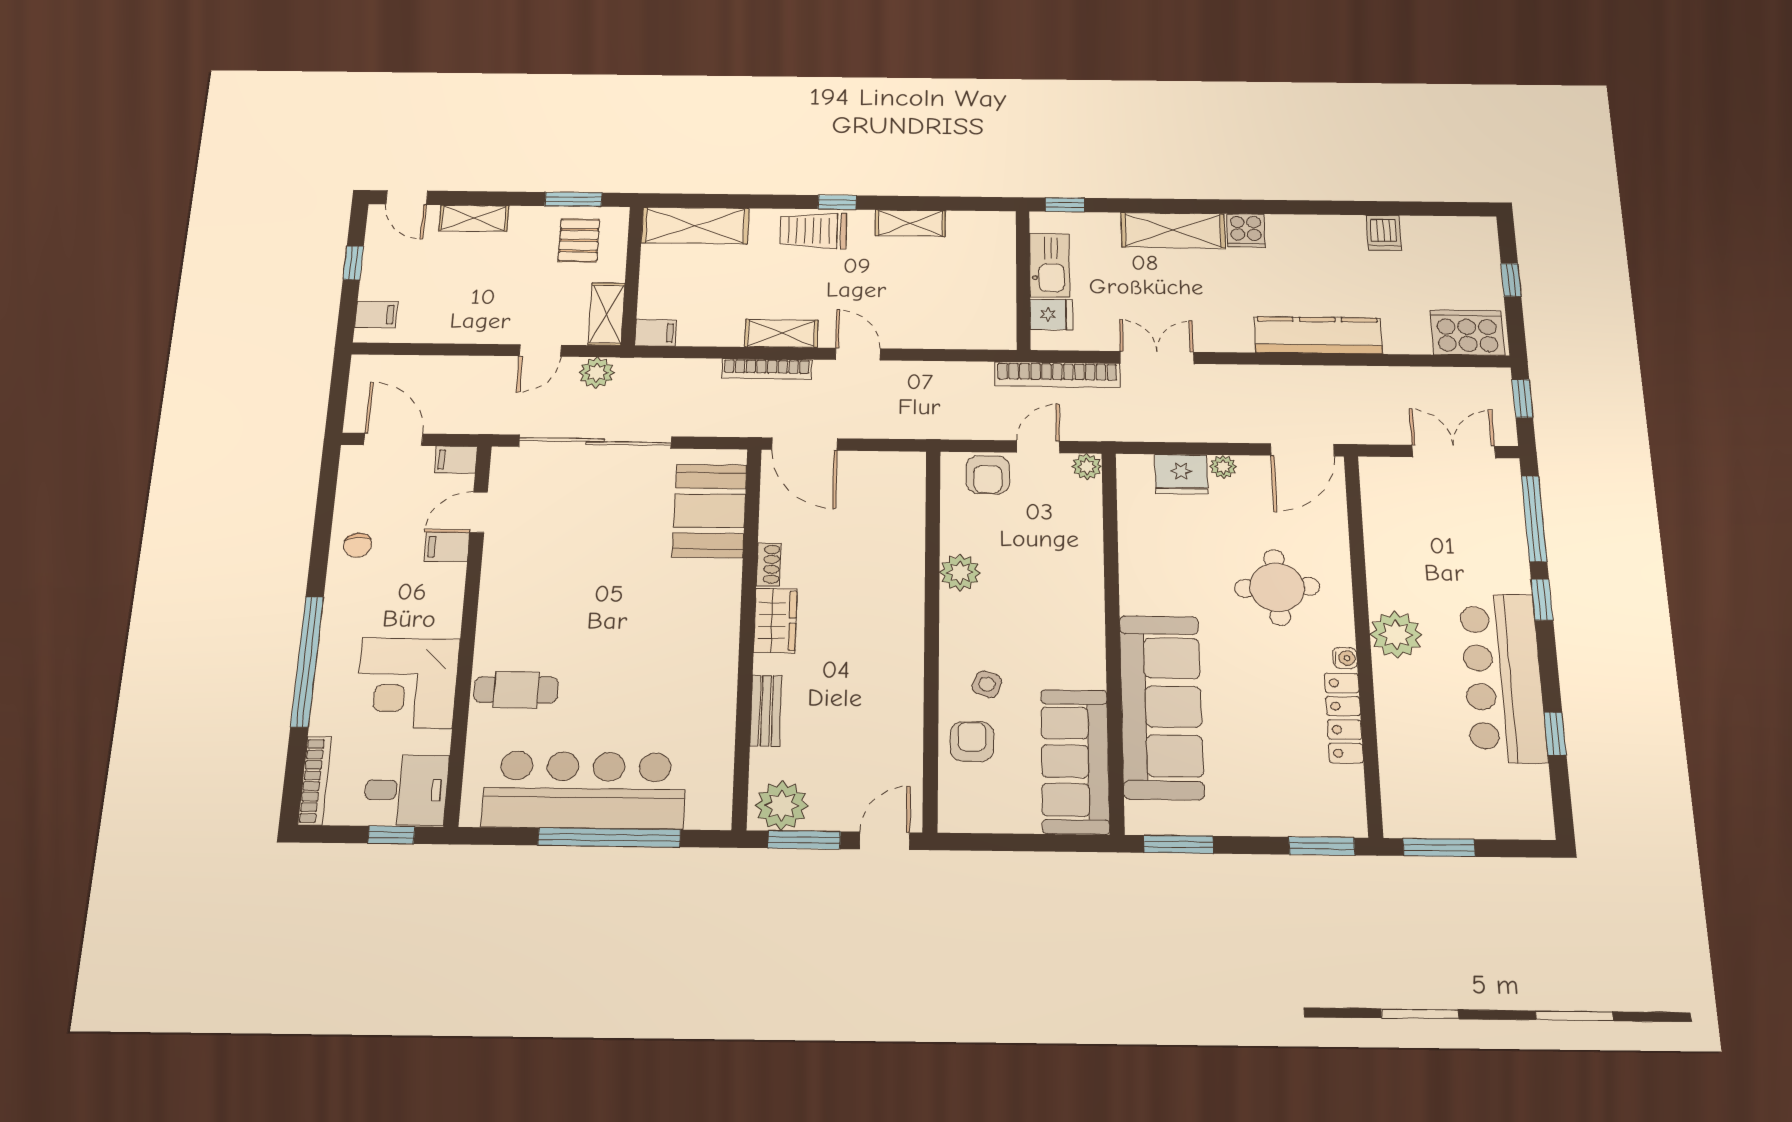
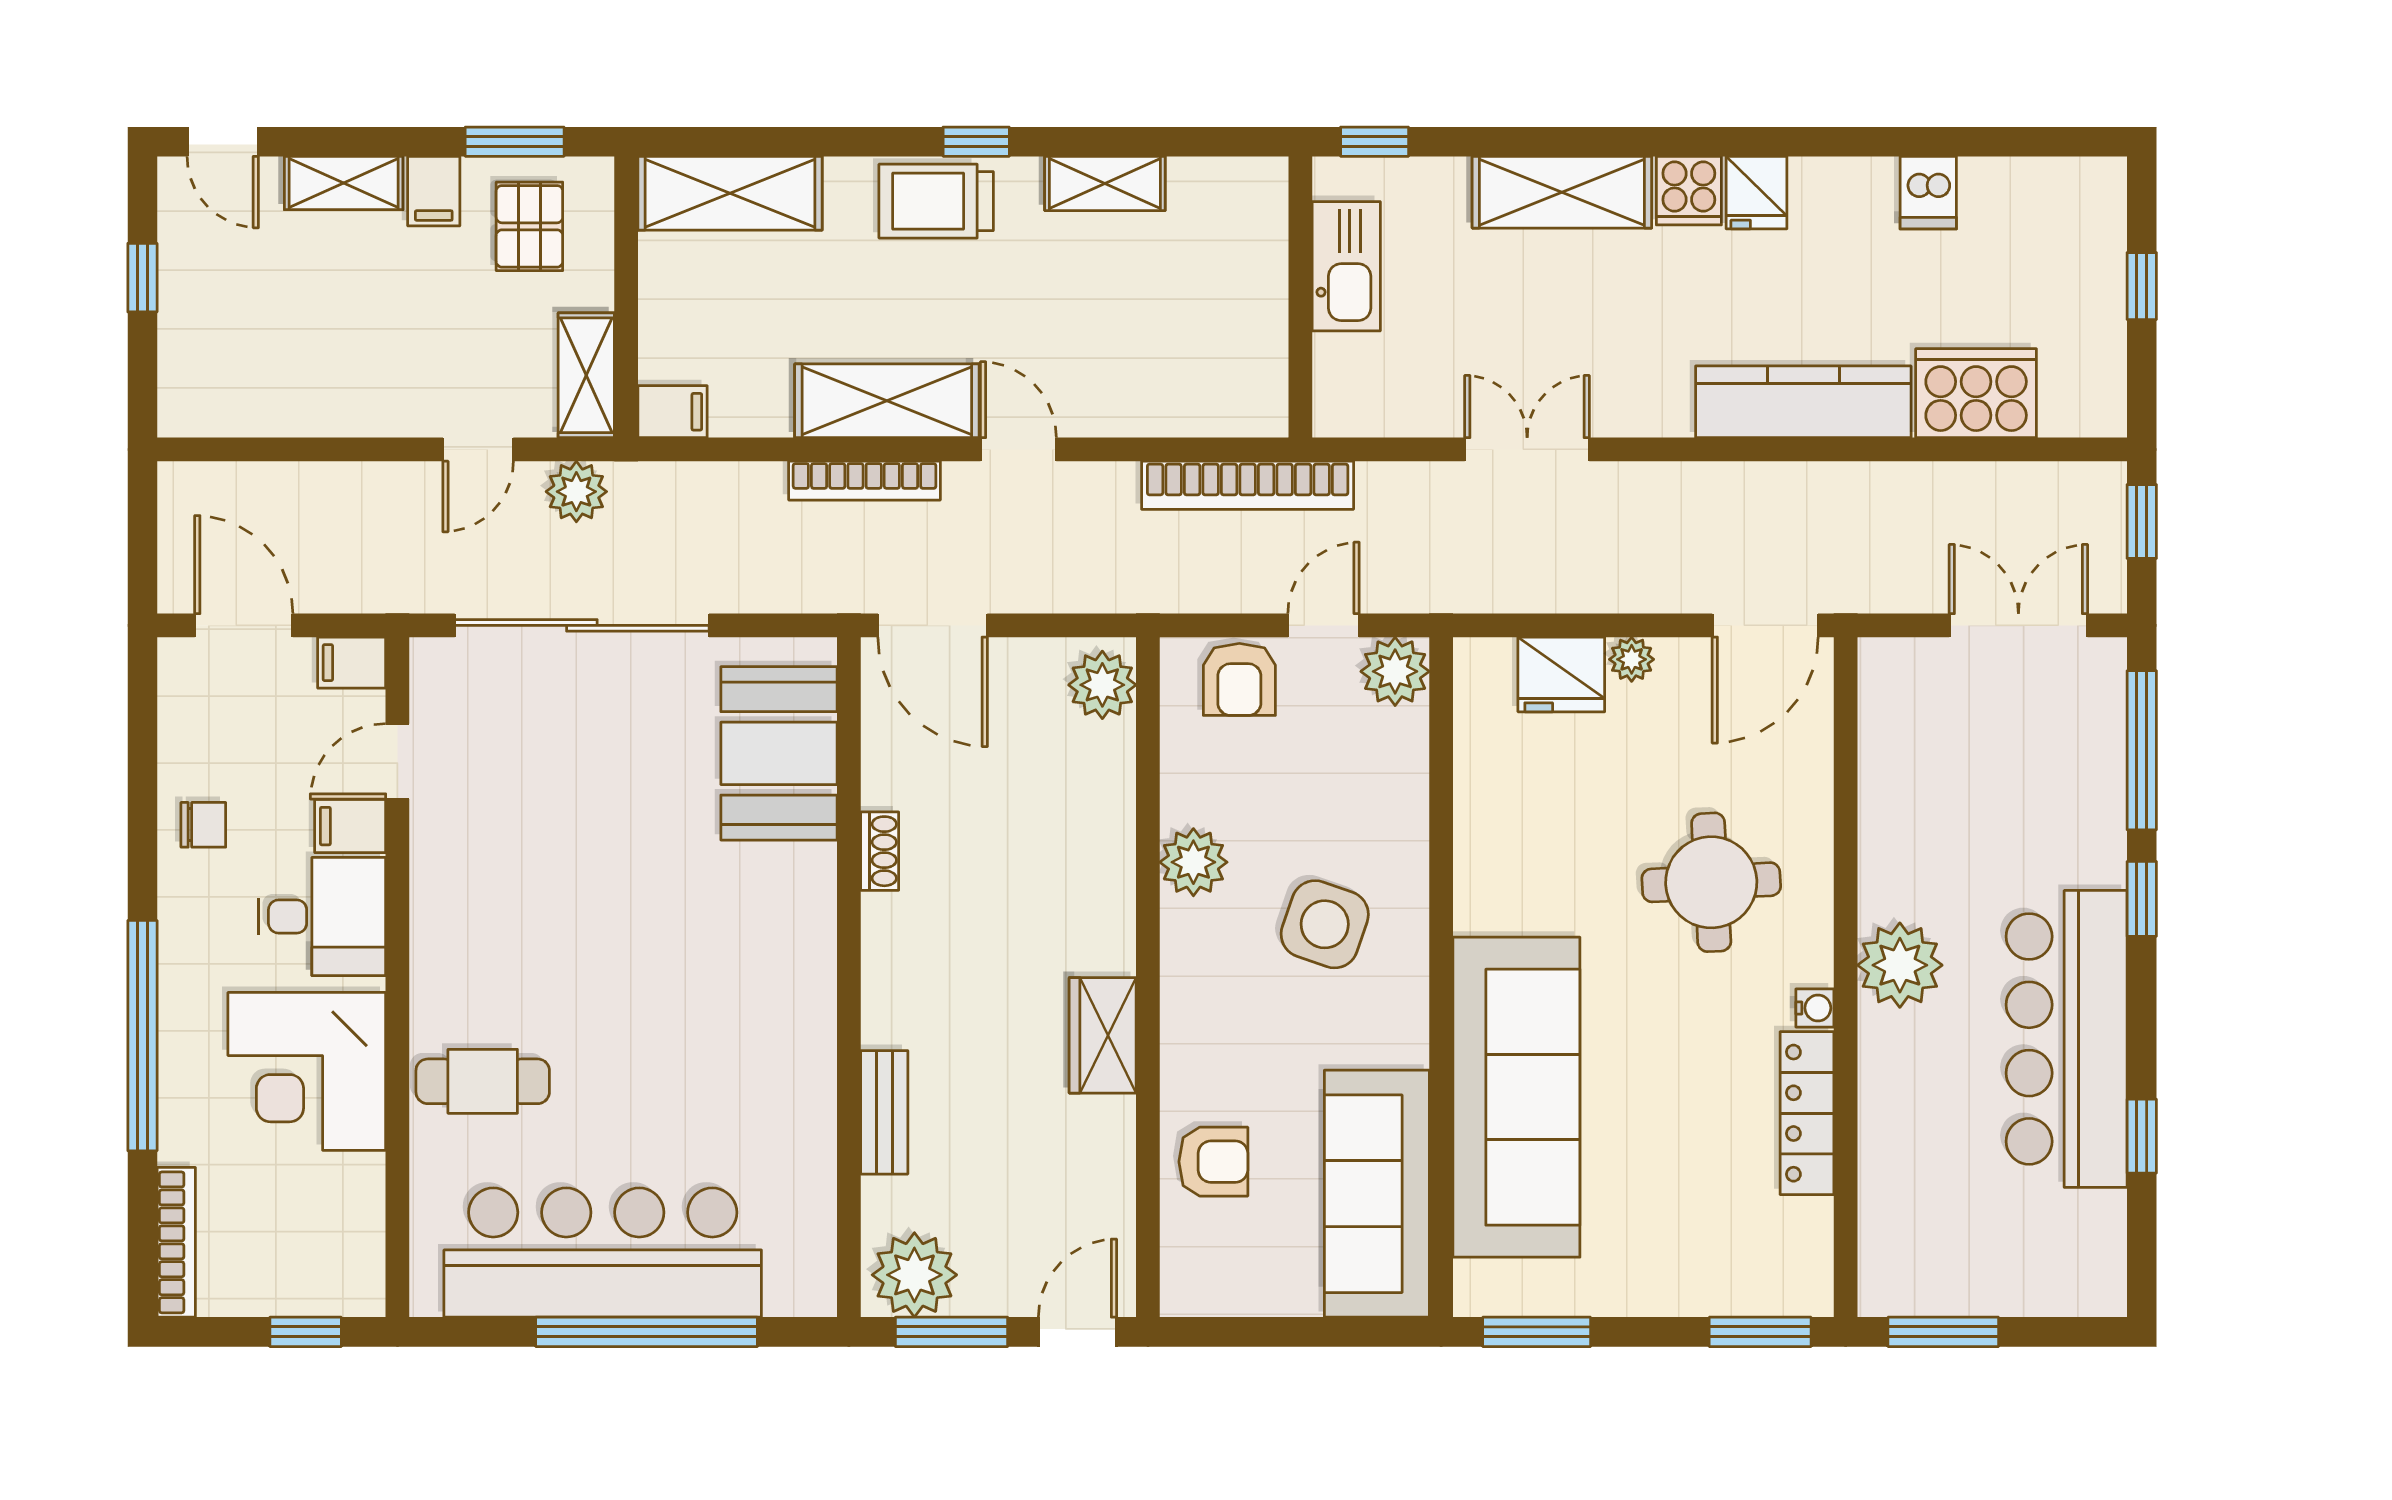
fridge: (1051, 314) -> (1757, 193), moved, turned 90
filing cabinet: (376, 315) -> (434, 191), moved, turned 90
shelving: (781, 333) -> (887, 401), width x1.50, depth x1.33
cooker: (1467, 333) -> (1976, 393), moved
bookcase: (1057, 375) -> (1248, 485), moved
plant: (1087, 467) -> (1395, 671), width x1.38, depth x1.38
plant: (906, 477) -> (1102, 685), added
chair: (358, 545) -> (203, 825), turned -85
wardrobe: (775, 620) -> (1103, 1035), moved, turned 180
side table: (987, 684) -> (1325, 924), moved, width x1.87, depth x1.87
armchair: (972, 741) -> (1213, 1162), turned 90
desk: (406, 790) -> (322, 916), moved

